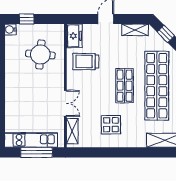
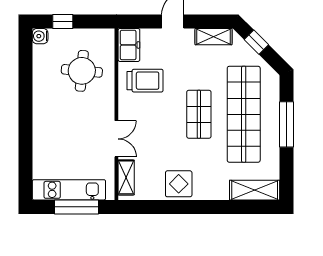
trolley: (86, 61) -> (145, 81), turned 180
display table: (111, 125) -> (179, 184), moved

